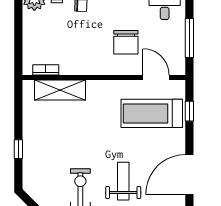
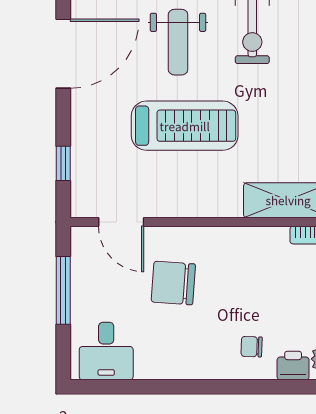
chair: (126, 42) -> (173, 283), turned -86
treadmill: (152, 113) -> (185, 126), moved

